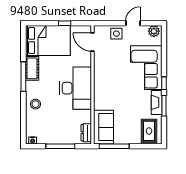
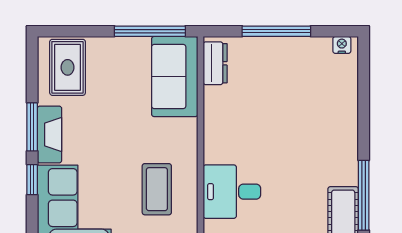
coffee table: (111, 79) -> (157, 189), added
desk: (76, 88) -> (232, 192), width x0.53, depth x0.77
stool: (35, 104) -> (335, 131), removed

